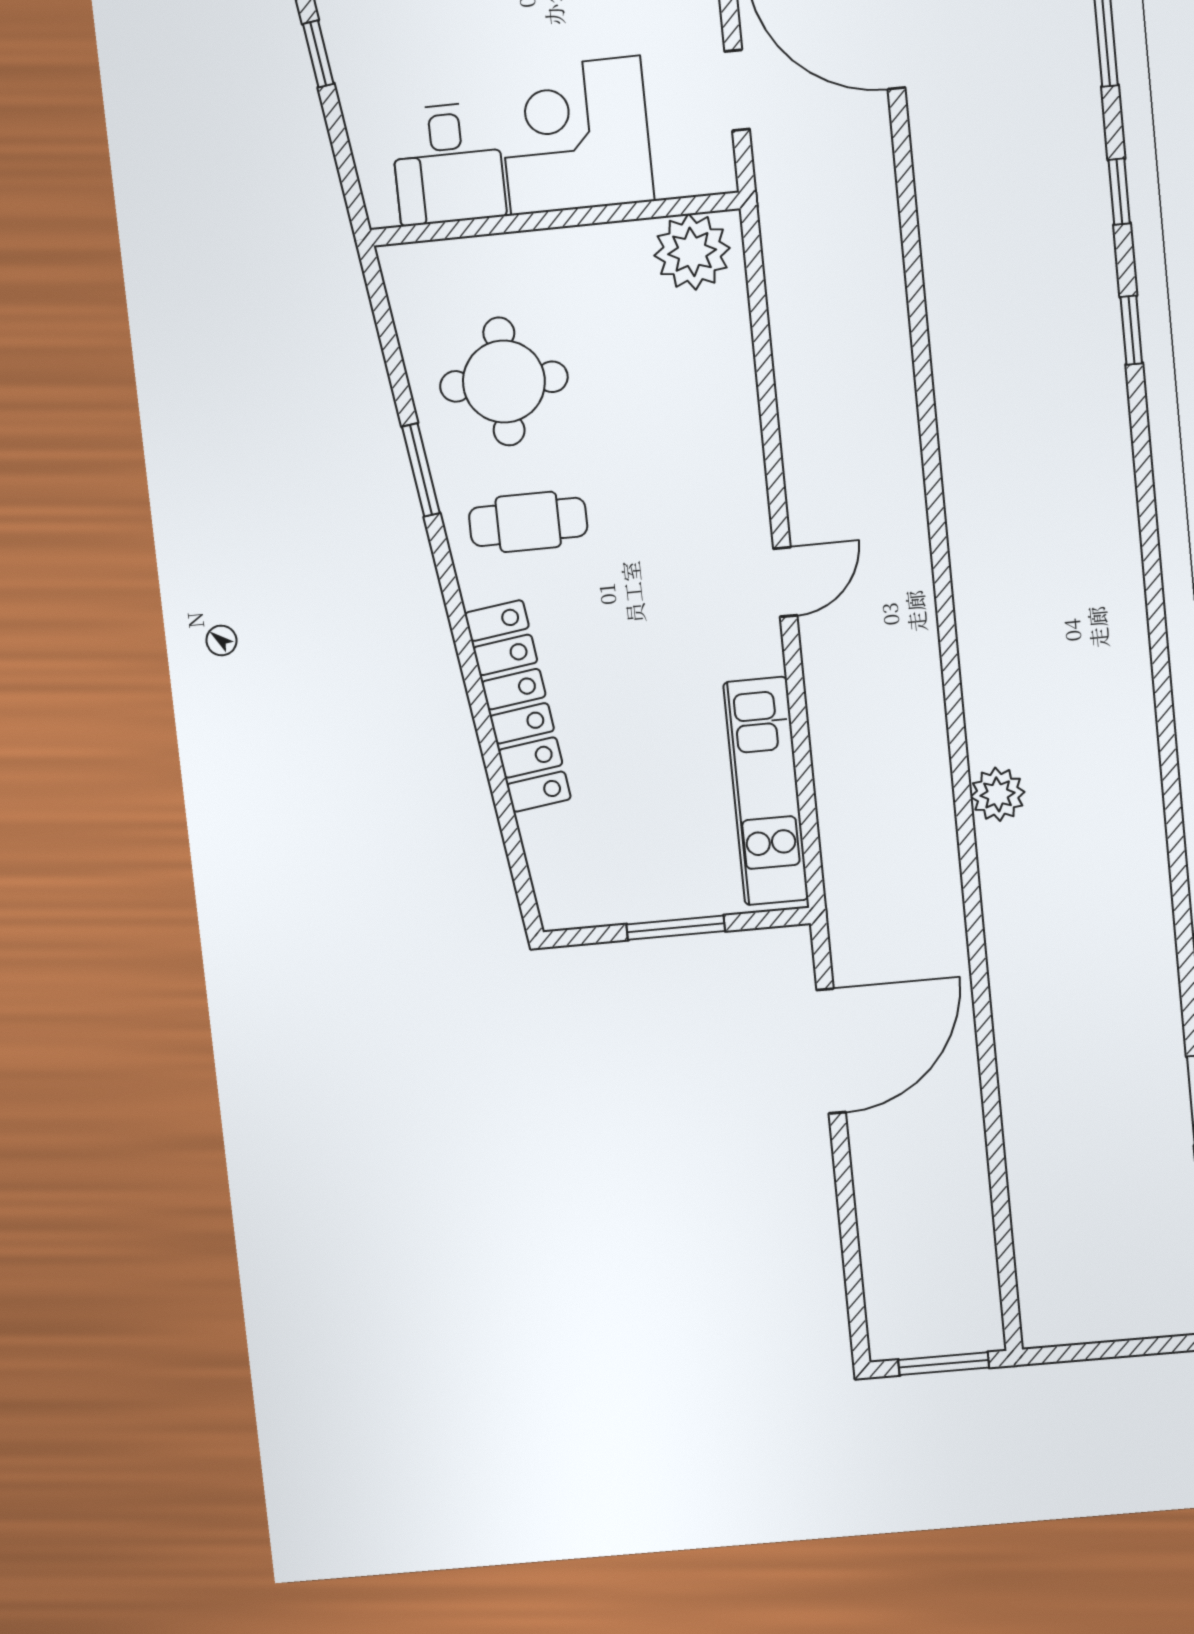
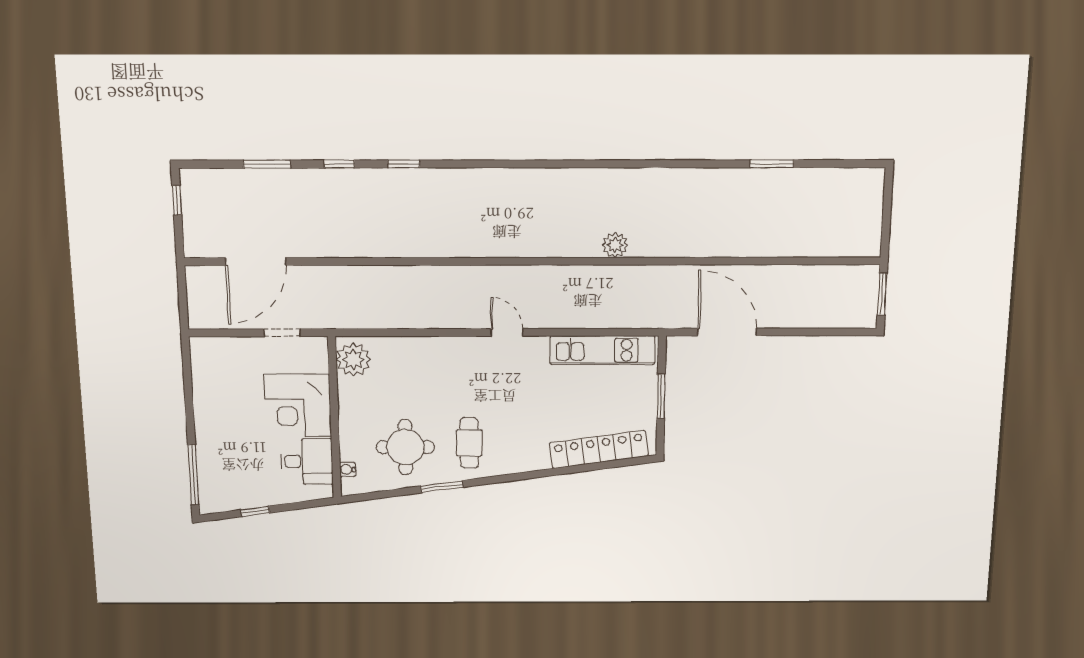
water cooler: (439, 256) -> (347, 470), added
locker: (518, 706) -> (599, 449), moved

